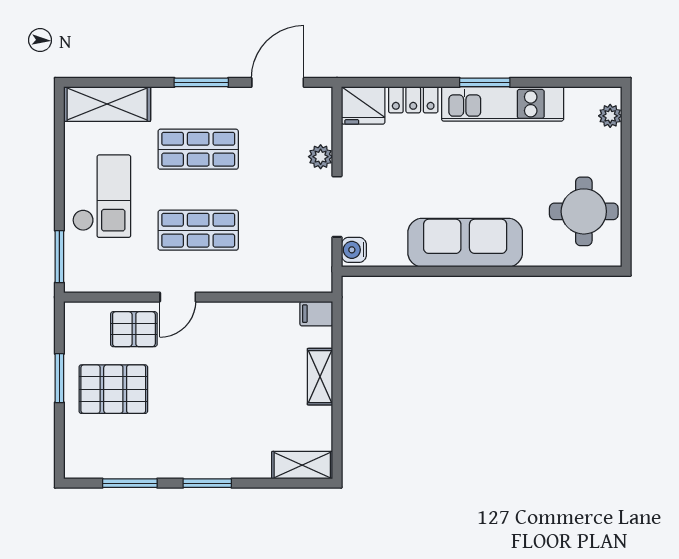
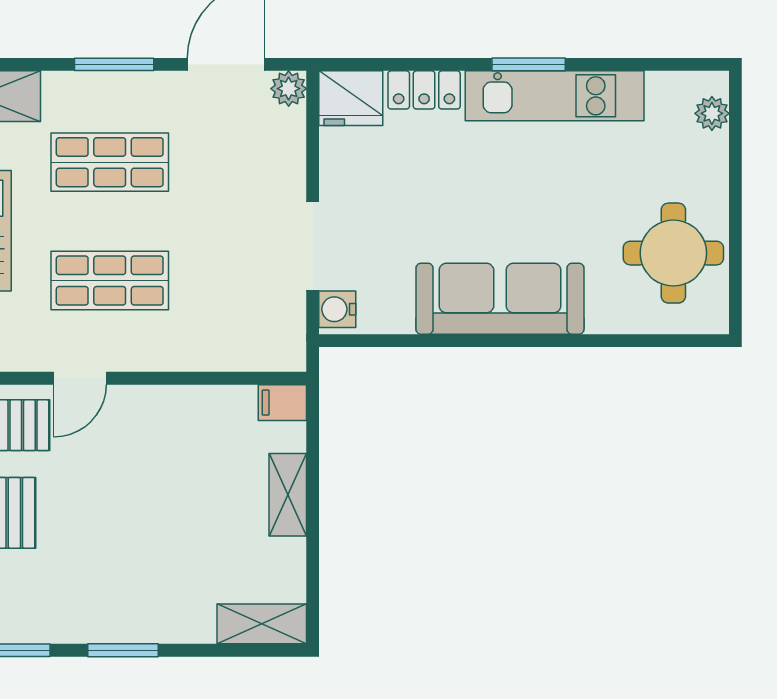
plant: (321, 157) -> (289, 89), moved

